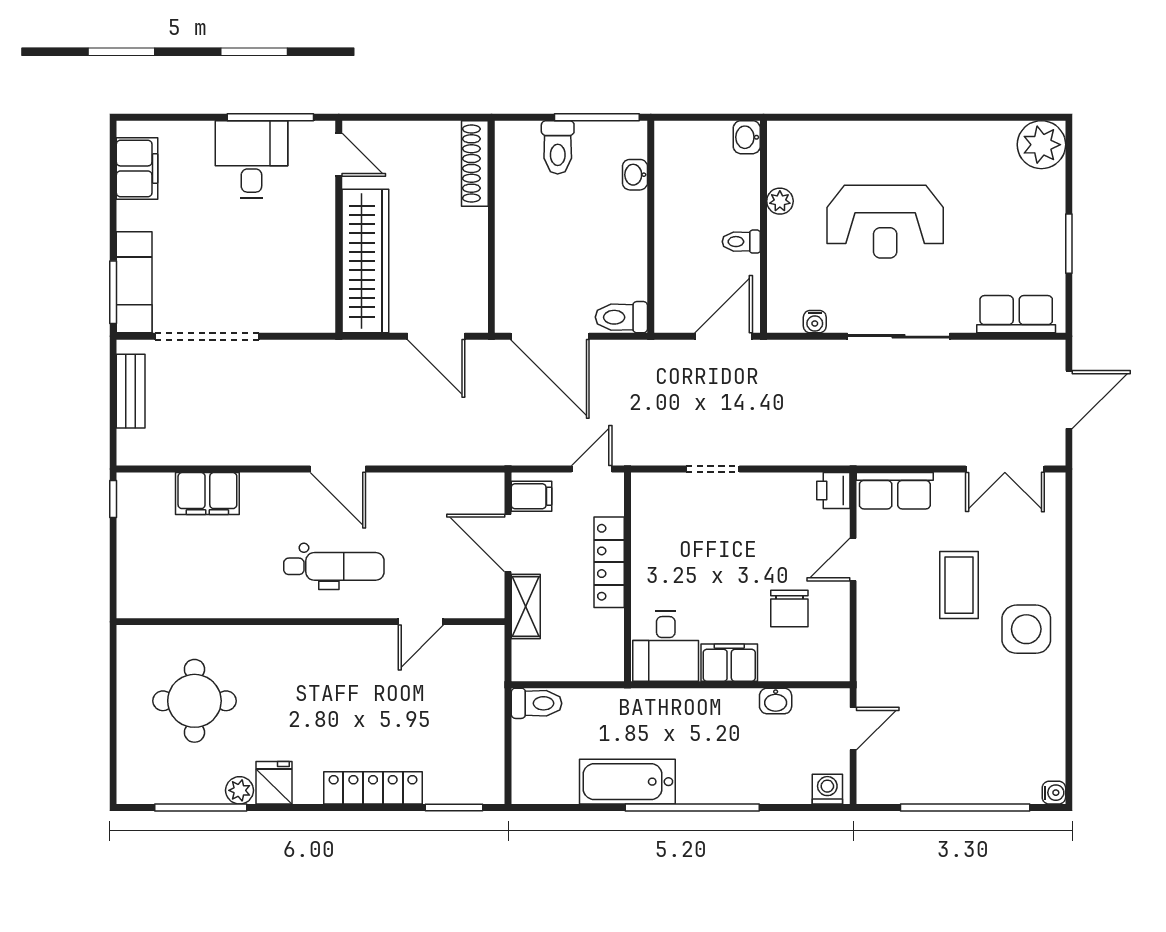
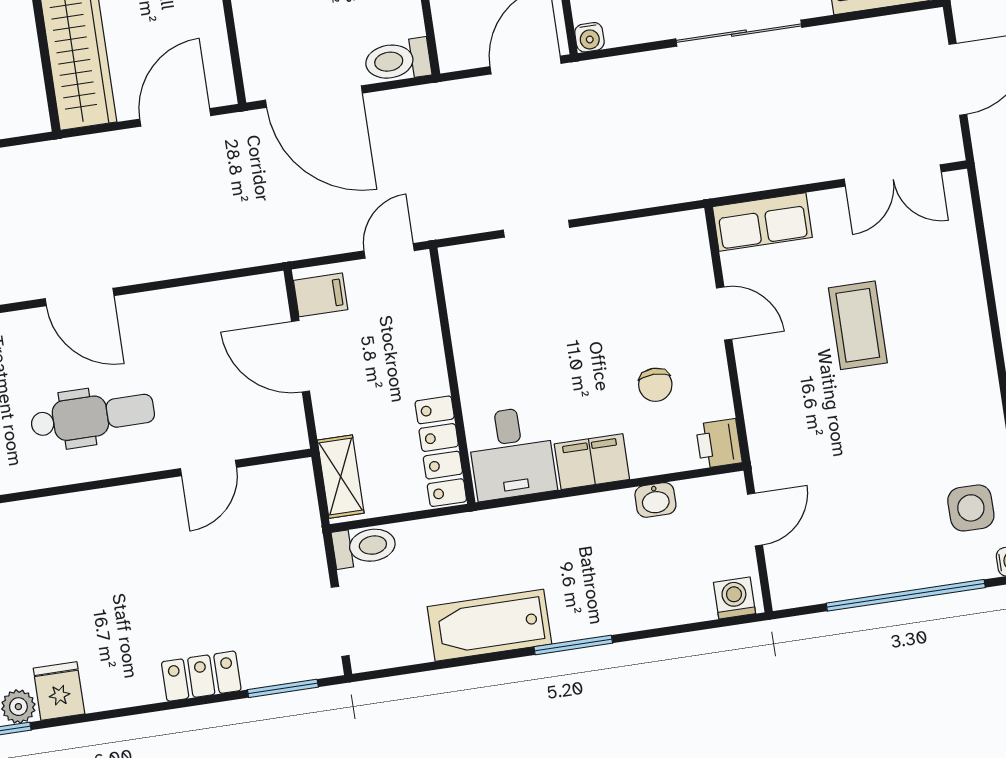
water cooler: (815, 322) -> (589, 37), moved
door: (436, 336) -> (175, 117), swing flipped
printer: (833, 491) -> (719, 443), moved
door: (853, 560) -> (724, 314), swing flipped
locker: (609, 562) -> (441, 451), moved
shelving: (526, 607) -> (341, 477), moved
chair: (789, 608) -> (655, 385), width x0.73, depth x0.73
side table: (1026, 629) -> (971, 508), moved, width x0.73, depth x0.73
doorway: (508, 761) -> (340, 621), added
locker: (373, 788) -> (201, 676), width x0.66
window: (692, 807) -> (573, 645), width x0.47

